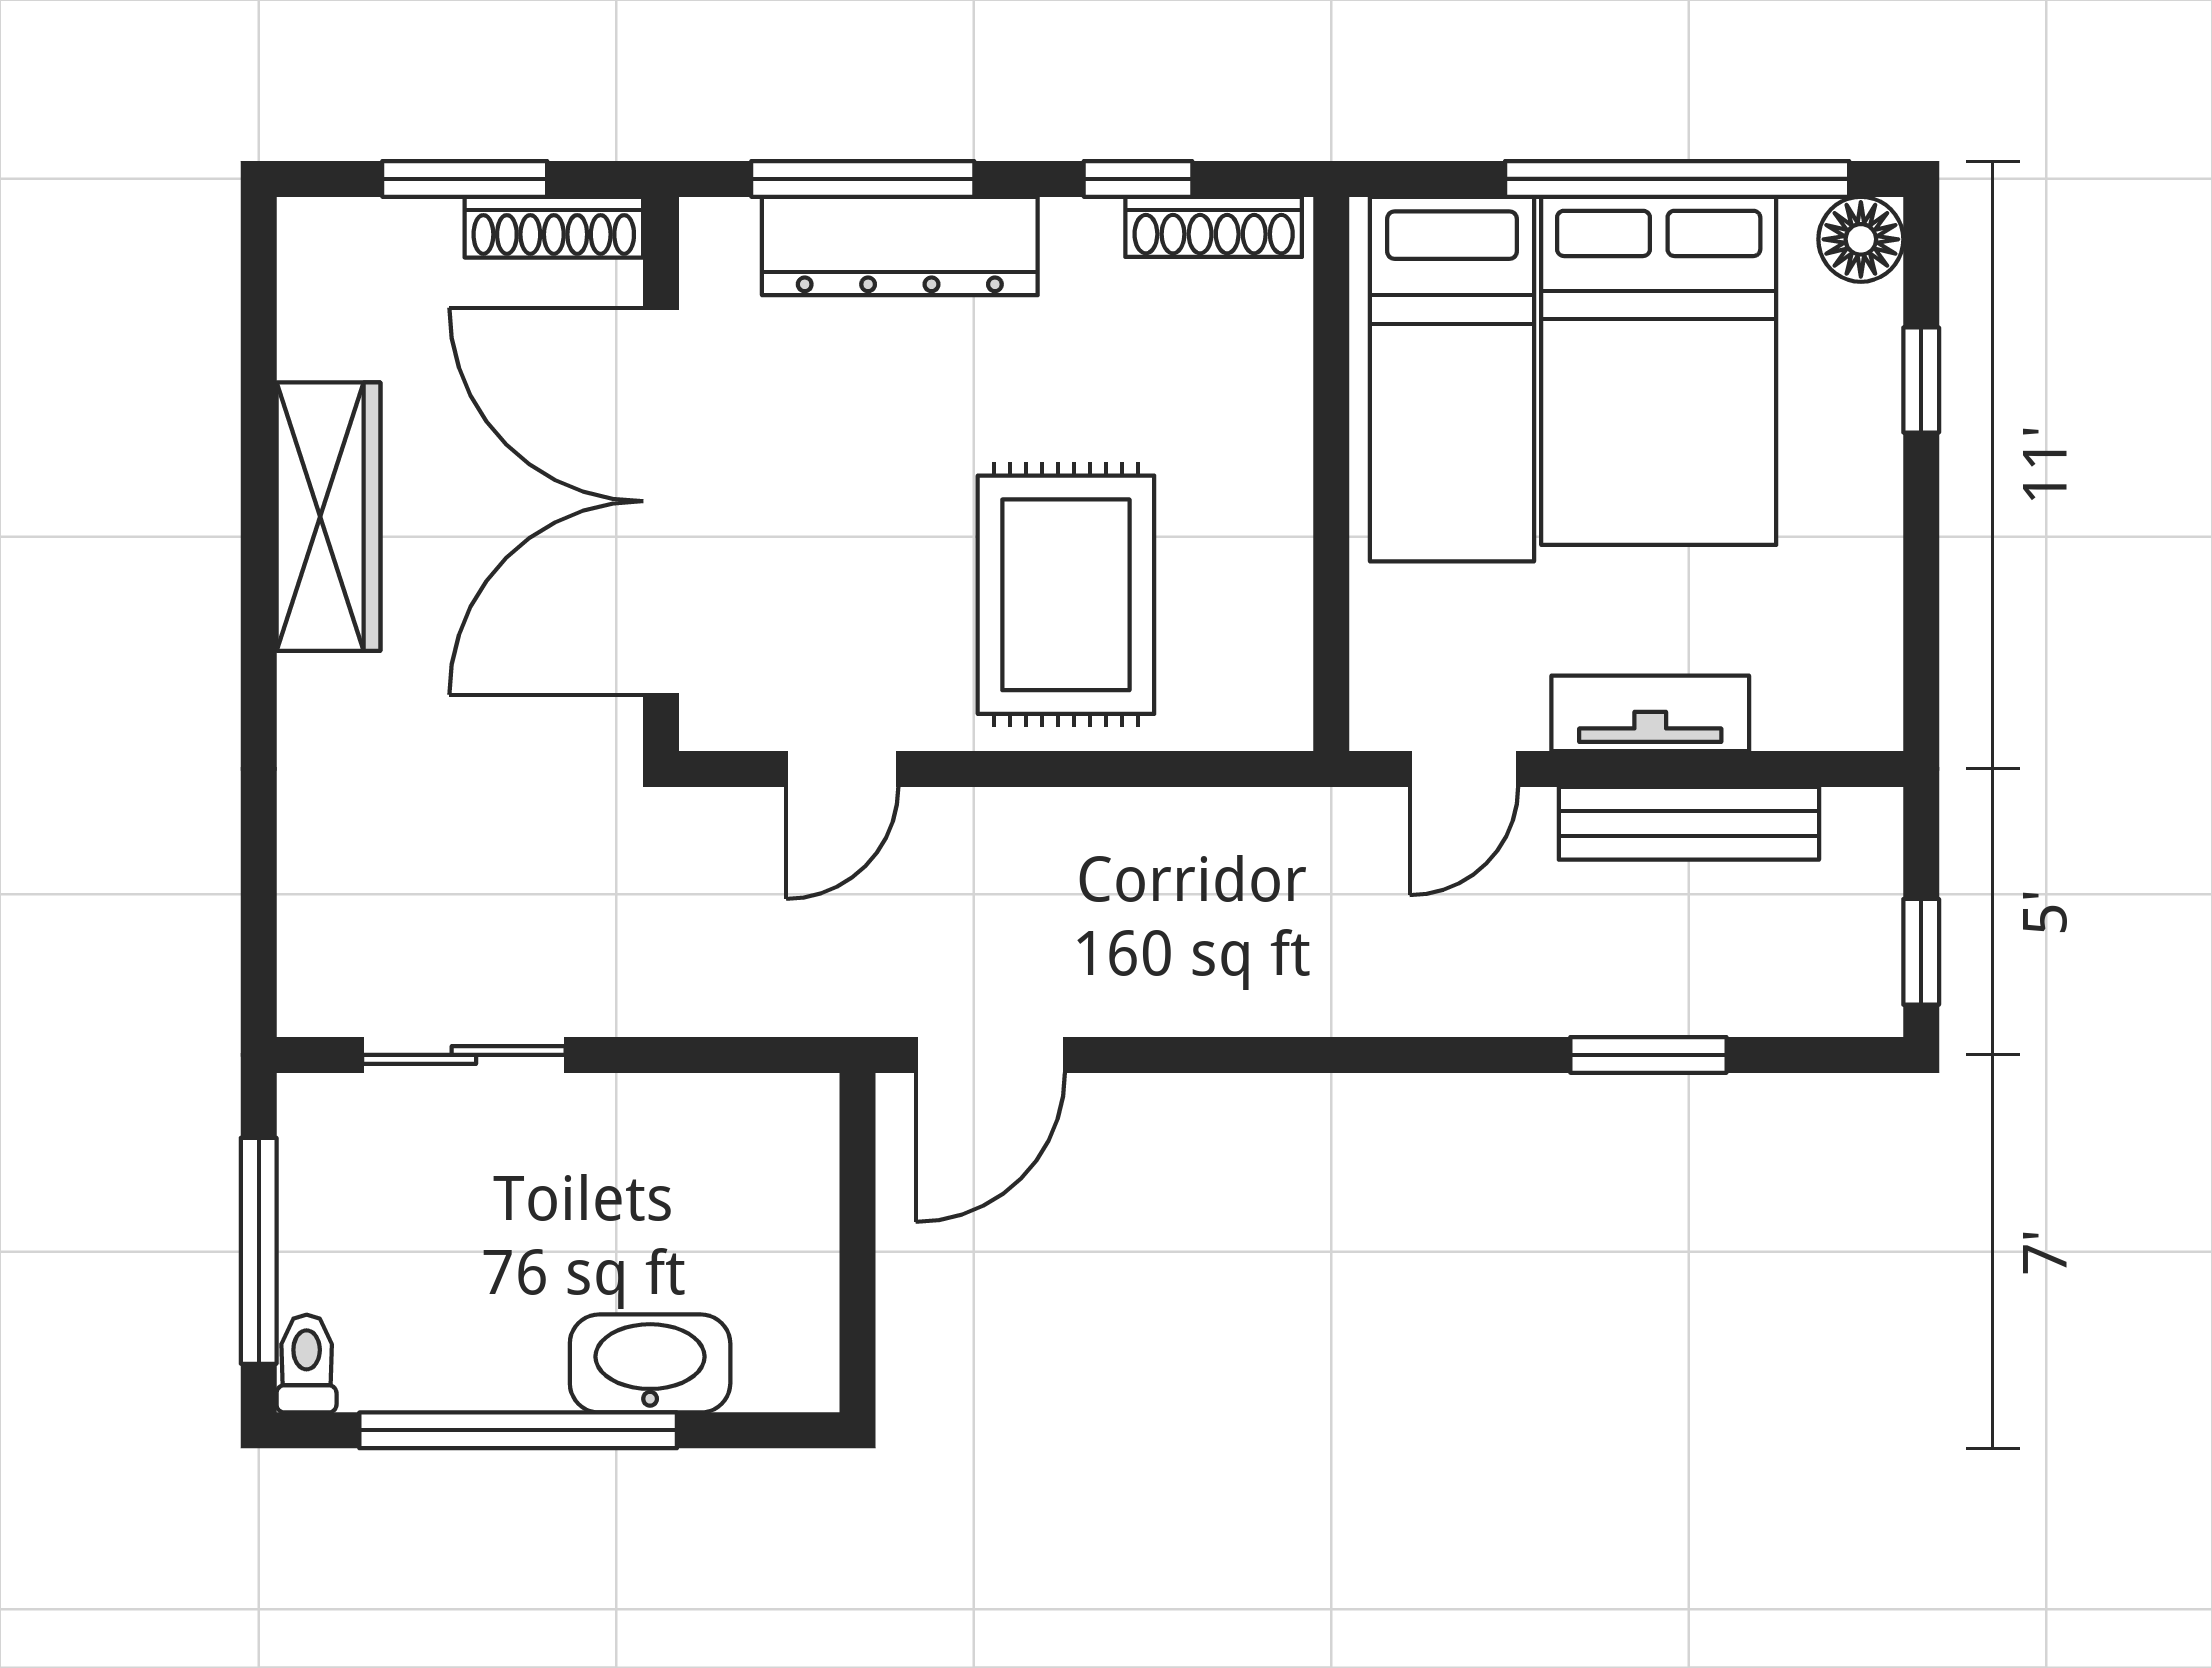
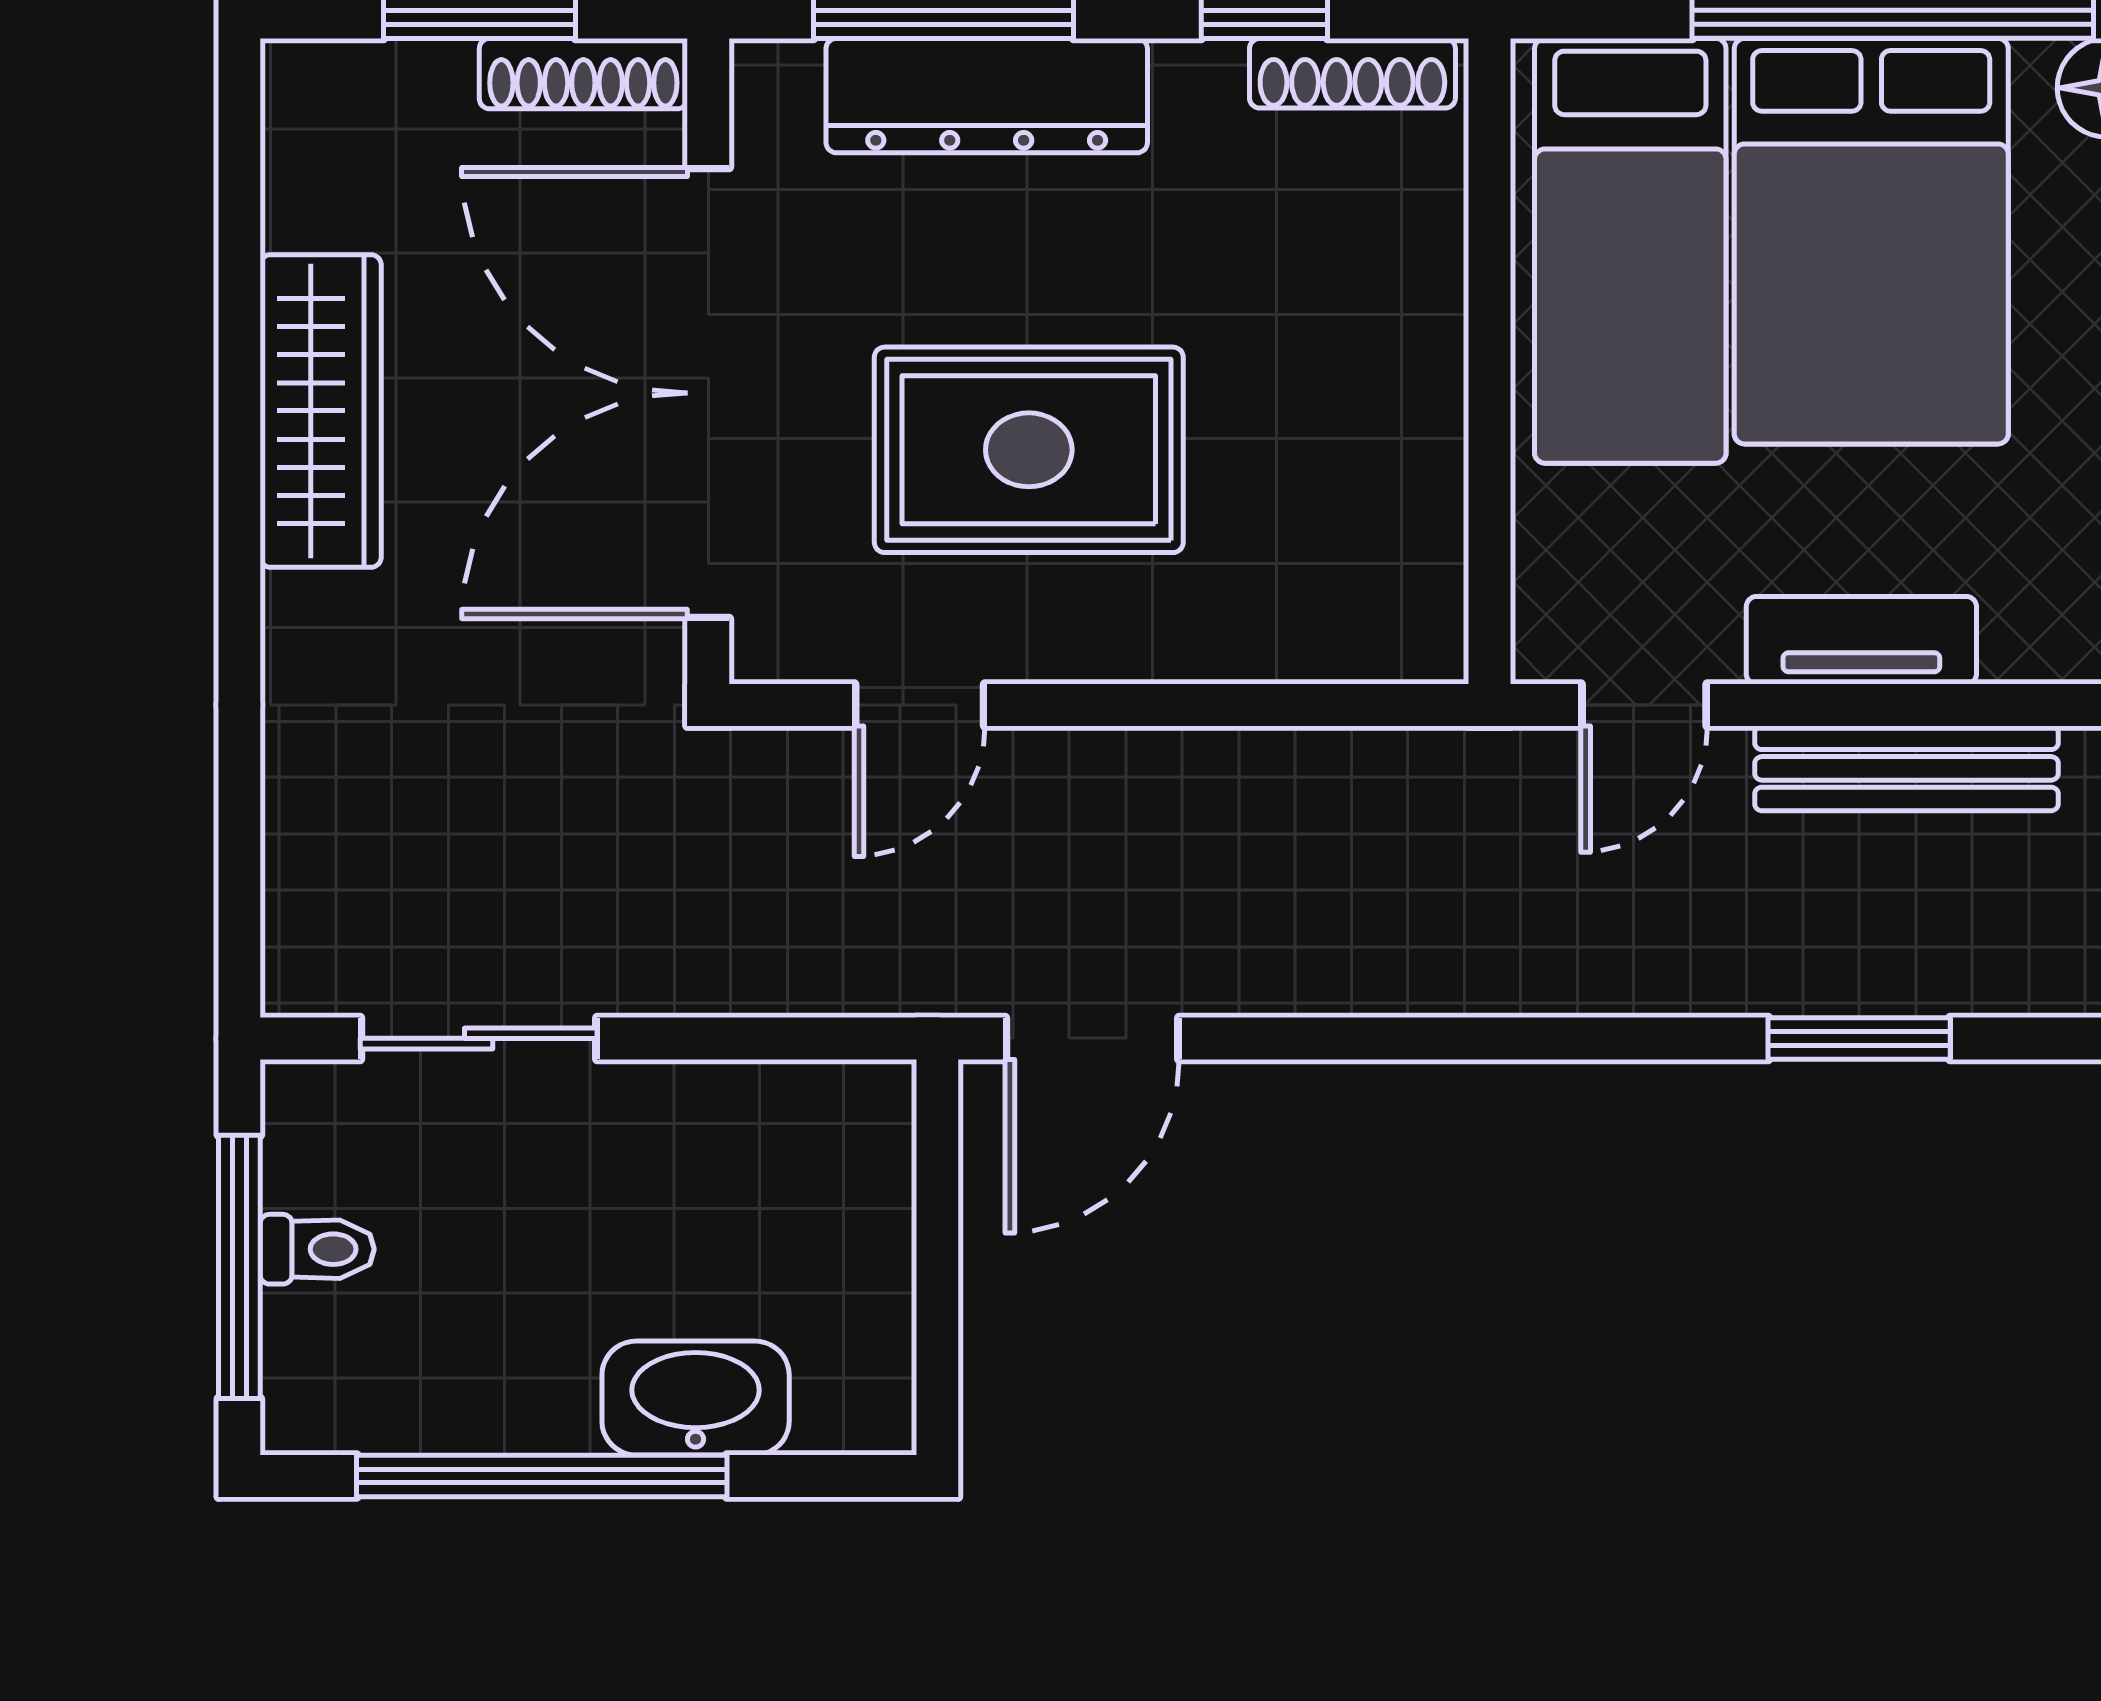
rug: (1066, 595) -> (1029, 450), moved, turned 90
toilet: (307, 1364) -> (317, 1249), moved, turned 90

